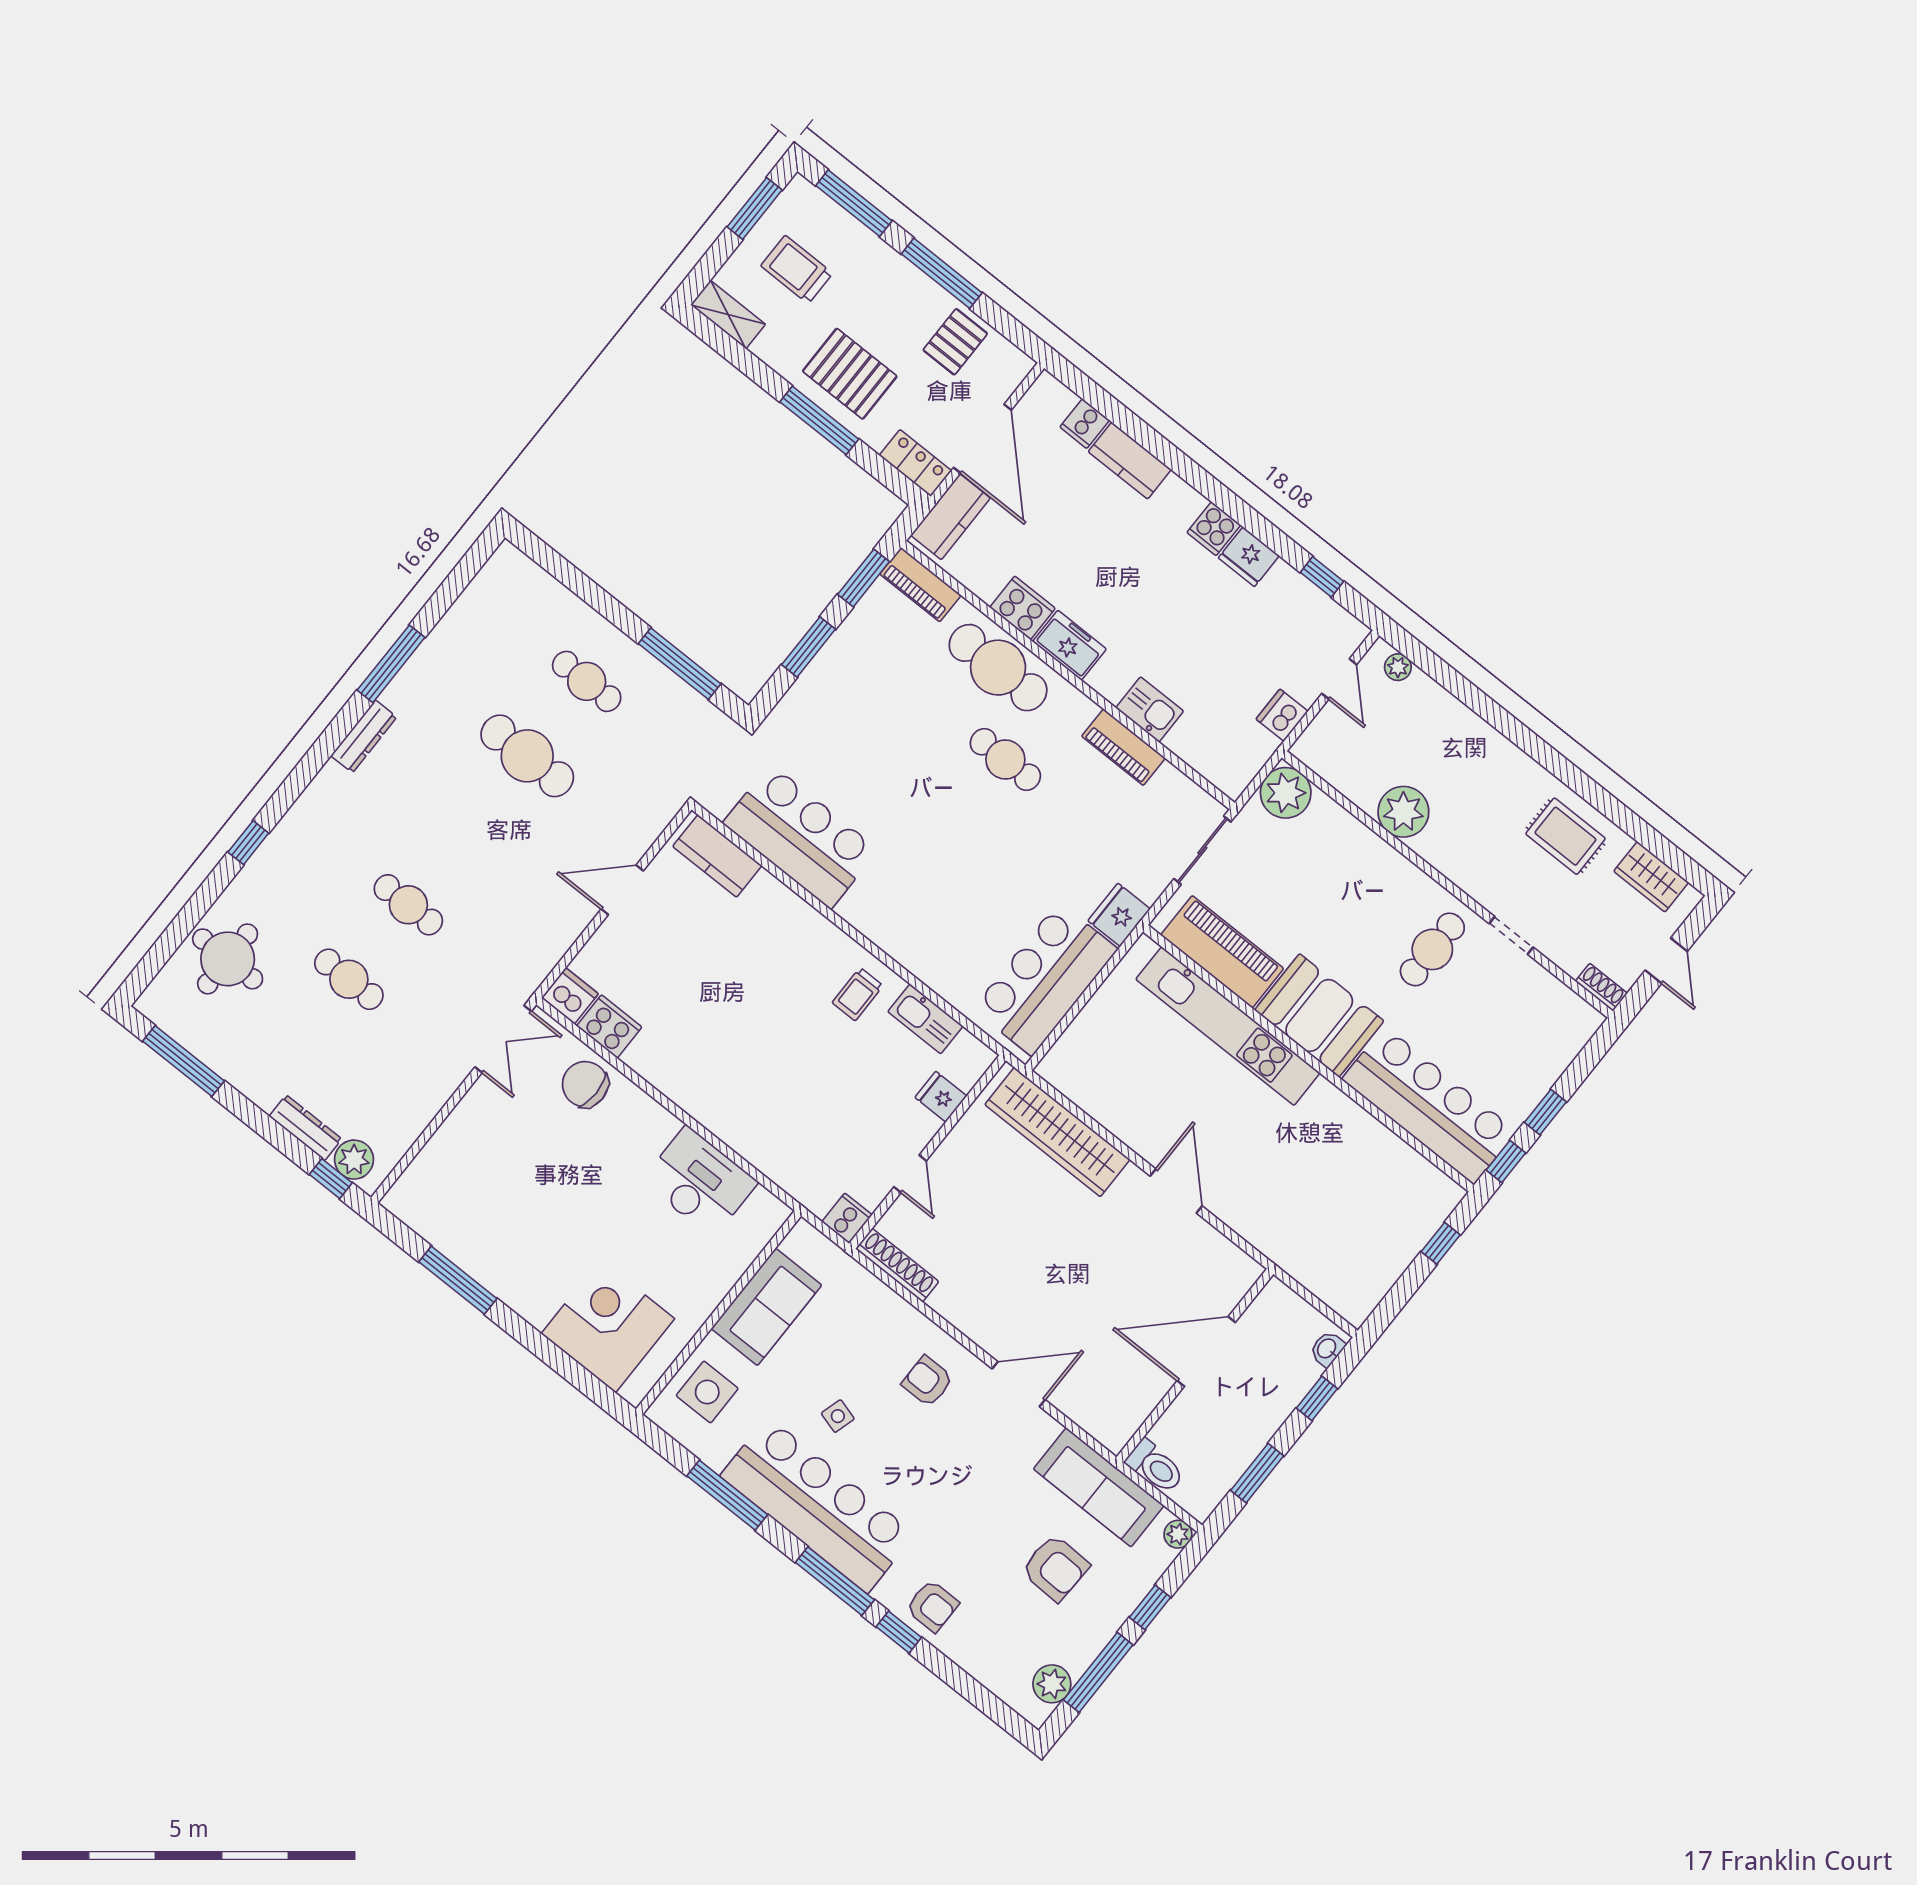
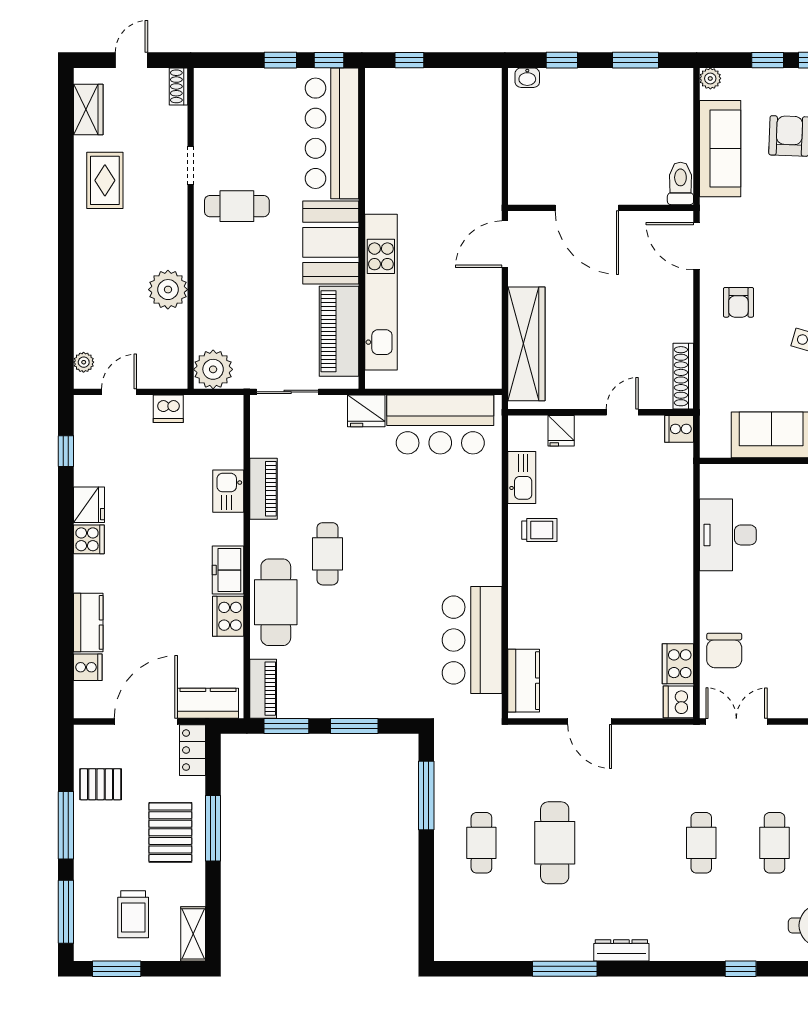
door: (1206, 1351) -> (587, 208), moved
wall: (1195, 1366) -> (601, 208), moved
toilet: (1155, 1466) -> (680, 183), moved

